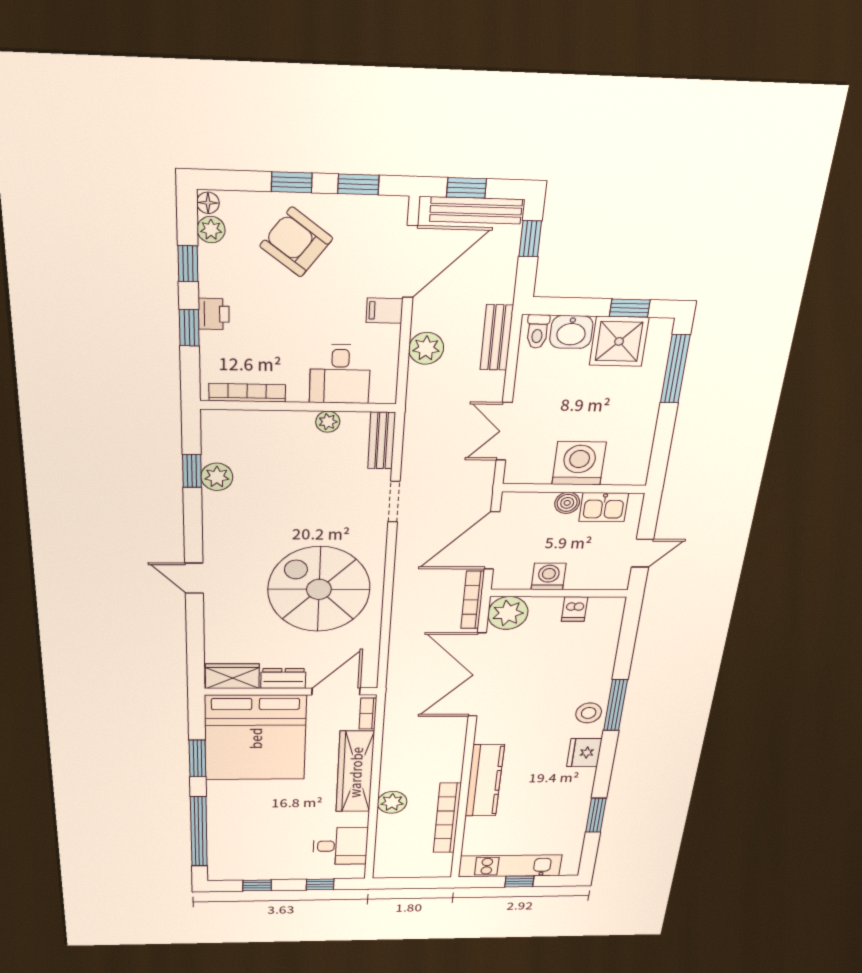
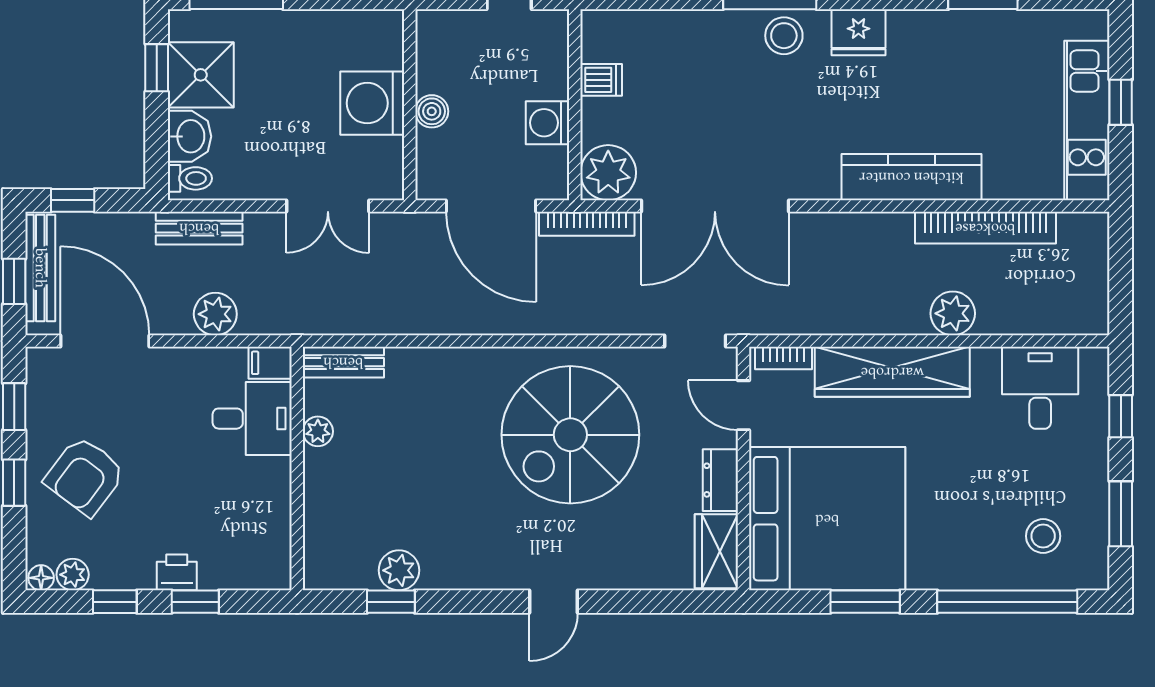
filing cabinet: (384, 311) -> (270, 363), moved, turned 90
bookcase: (247, 393) -> (280, 532), removed
doorway: (394, 502) -> (695, 341), moved
kitchen sink: (604, 507) -> (438, 61), removed
door: (336, 691) -> (744, 405), width x0.73
stool: (243, 849) -> (1043, 536), added
window: (257, 885) -> (1121, 514), width x1.50

